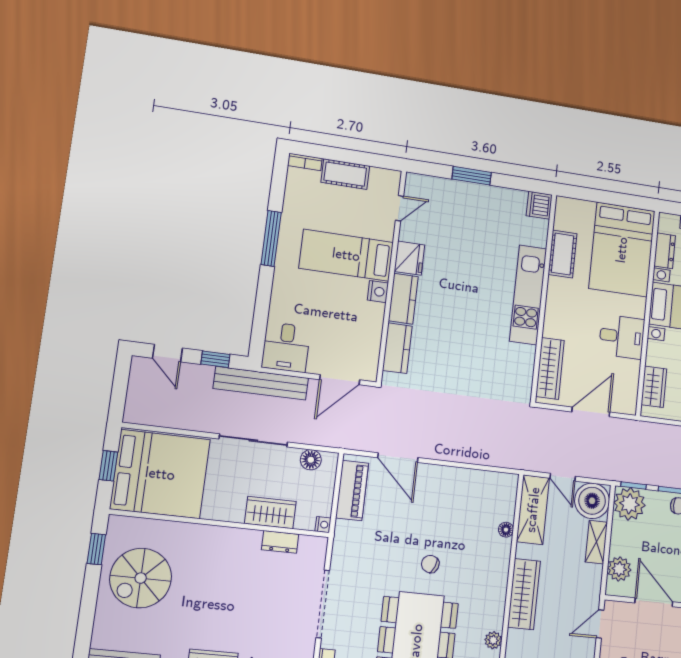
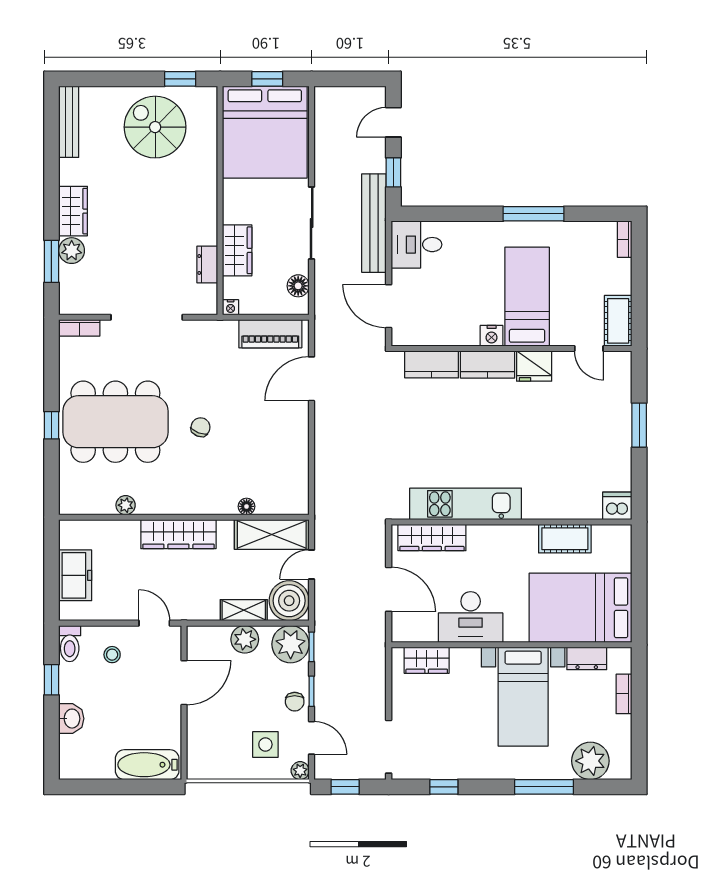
cot: (345, 174) -> (618, 321), moved
kitchen unit: (528, 295) -> (466, 504), moved
desk: (622, 337) -> (471, 617), width x1.37
plant: (619, 569) -> (245, 639), moved

